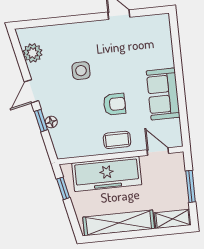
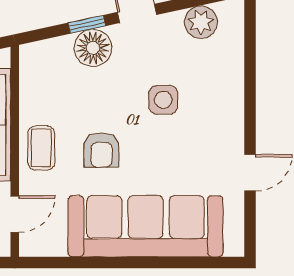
sofa: (163, 94) -> (146, 226), width x1.85, depth x1.27
floor lamp: (51, 122) -> (93, 48), width x1.89, depth x1.89

